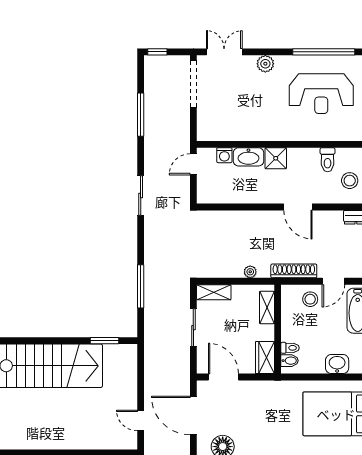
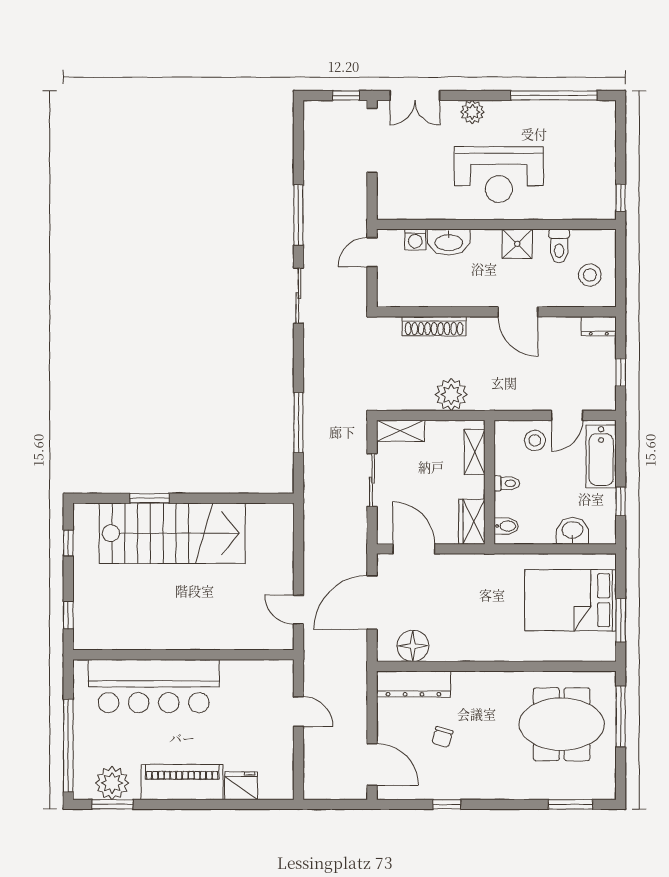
window: (157, 52) -> (346, 95), moved
double door: (224, 52) -> (415, 95), swing flipped
reception desk: (321, 94) -> (499, 175), moved
window: (141, 115) -> (298, 215), moved
shower: (276, 158) -> (517, 244), moved
shoe rack: (294, 271) -> (434, 326), moved, turned 180
plant: (250, 272) -> (451, 395), width x1.88, depth x1.88
window: (105, 341) -> (149, 498), moved
toilet: (290, 348) -> (507, 483), moved
door: (193, 415) -> (372, 603), hinge flipped

